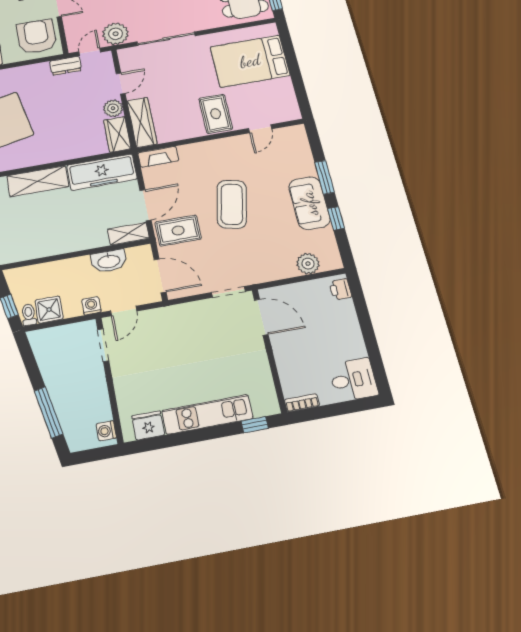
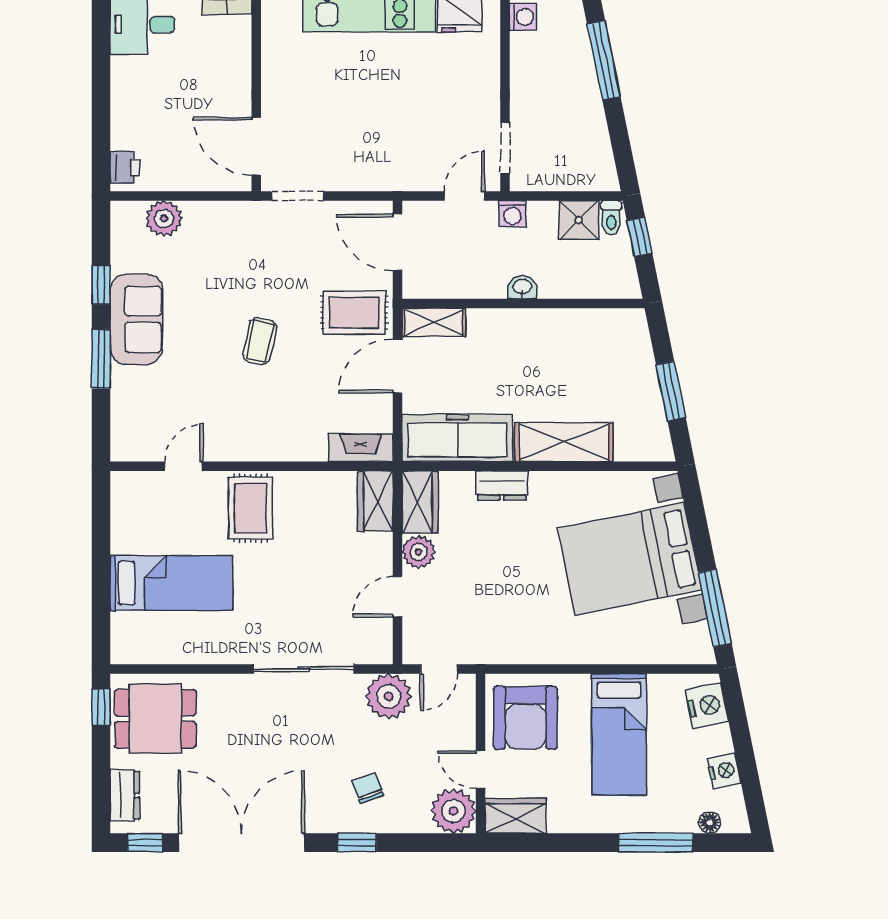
bed: (250, 61) -> (171, 583), width x0.67
dresser: (66, 66) -> (502, 486), moved, turned 180
wardrobe: (142, 122) -> (375, 501), width x0.67
coffee table: (232, 204) -> (260, 341), width x0.54, depth x0.58
washbasin: (109, 261) -> (522, 287), moved, width x0.52, depth x0.69

